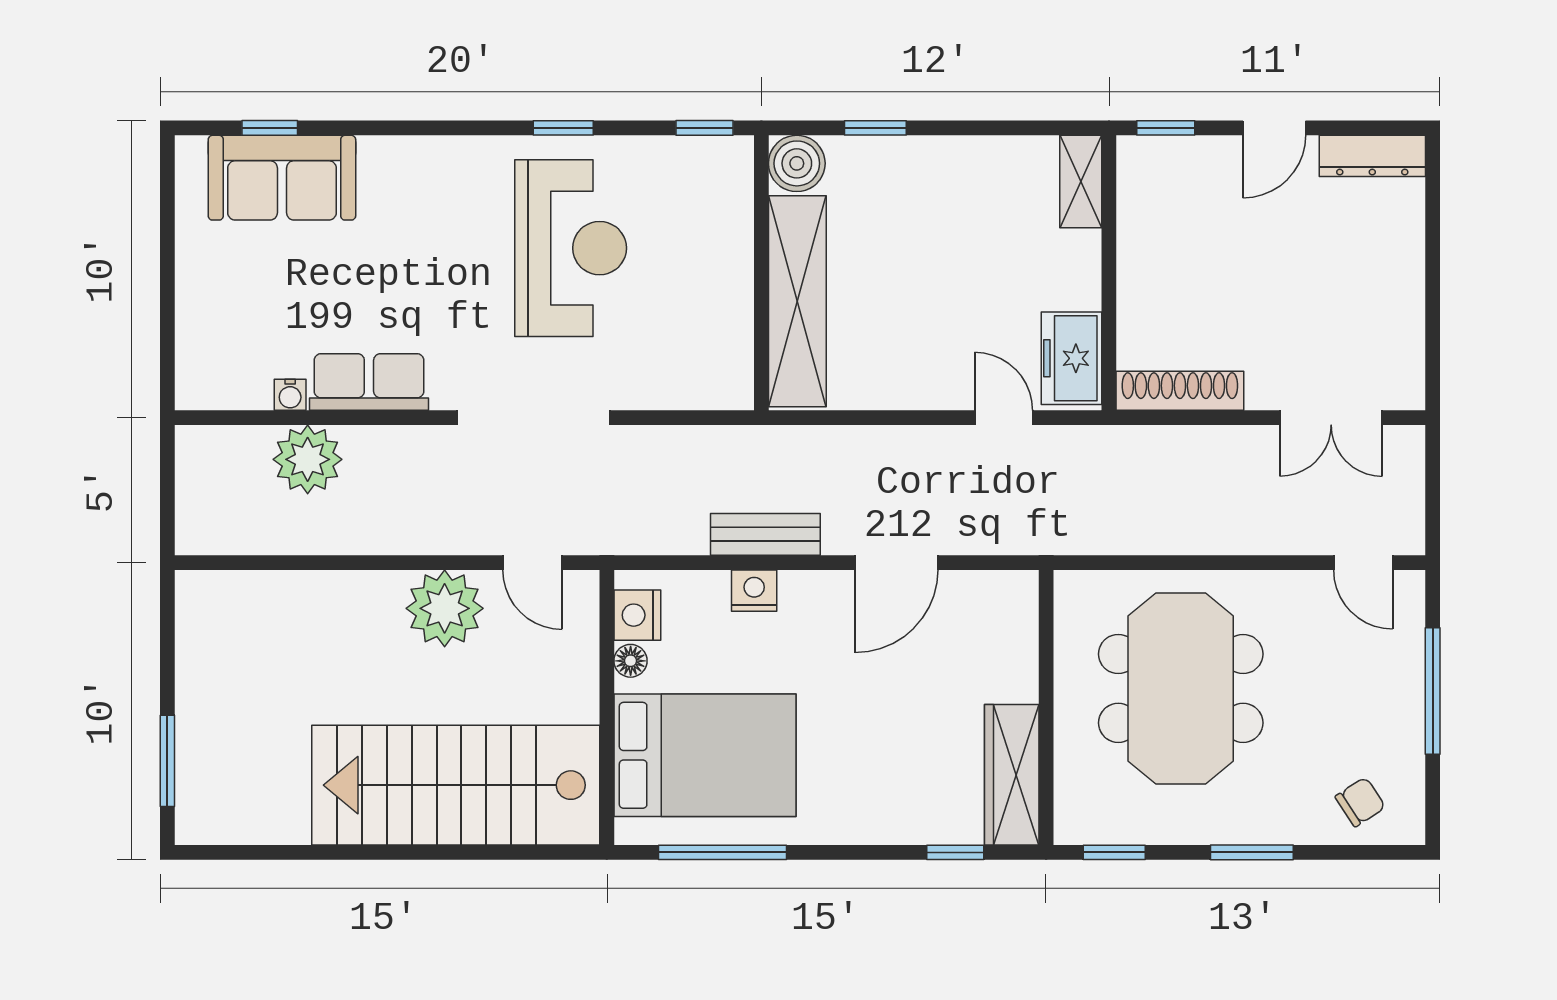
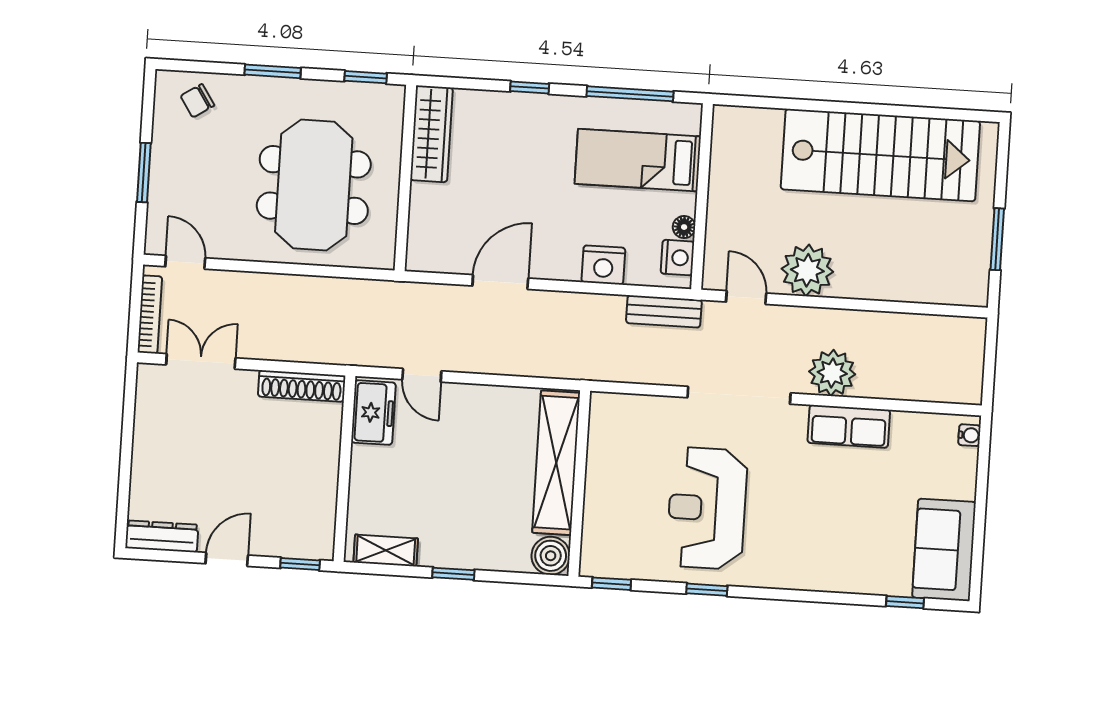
window: (875, 128) -> (453, 574), moved
sofa: (282, 178) -> (944, 550), moved, turned -90
shelving: (1081, 182) -> (386, 550), moved, turned 90
water cooler: (290, 395) -> (969, 435), moved, turned 90
plant: (308, 459) -> (832, 373), moved
bookcase: (1411, 482) -> (150, 314), added
bench: (765, 534) -> (664, 311), moved
nightstand: (754, 591) -> (603, 265), width x1.36, depth x1.33
window: (1433, 691) -> (144, 173), width x0.69
bed: (705, 755) -> (638, 160), width x0.67
window: (167, 761) -> (997, 239), moved
stairs: (456, 785) -> (880, 155), moved
window: (955, 852) -> (530, 88), moved

